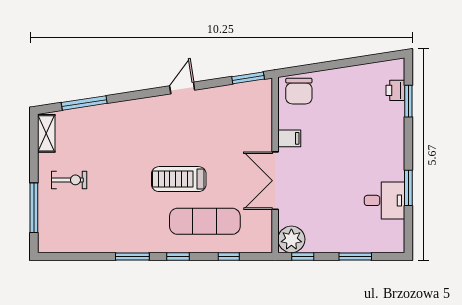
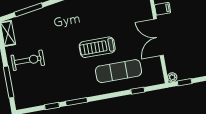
exercise bike: (69, 180) -> (28, 60), width x1.38, depth x1.39
plant: (291, 239) -> (172, 77), width x0.53, depth x0.53
window: (178, 256) -> (52, 106), moved

